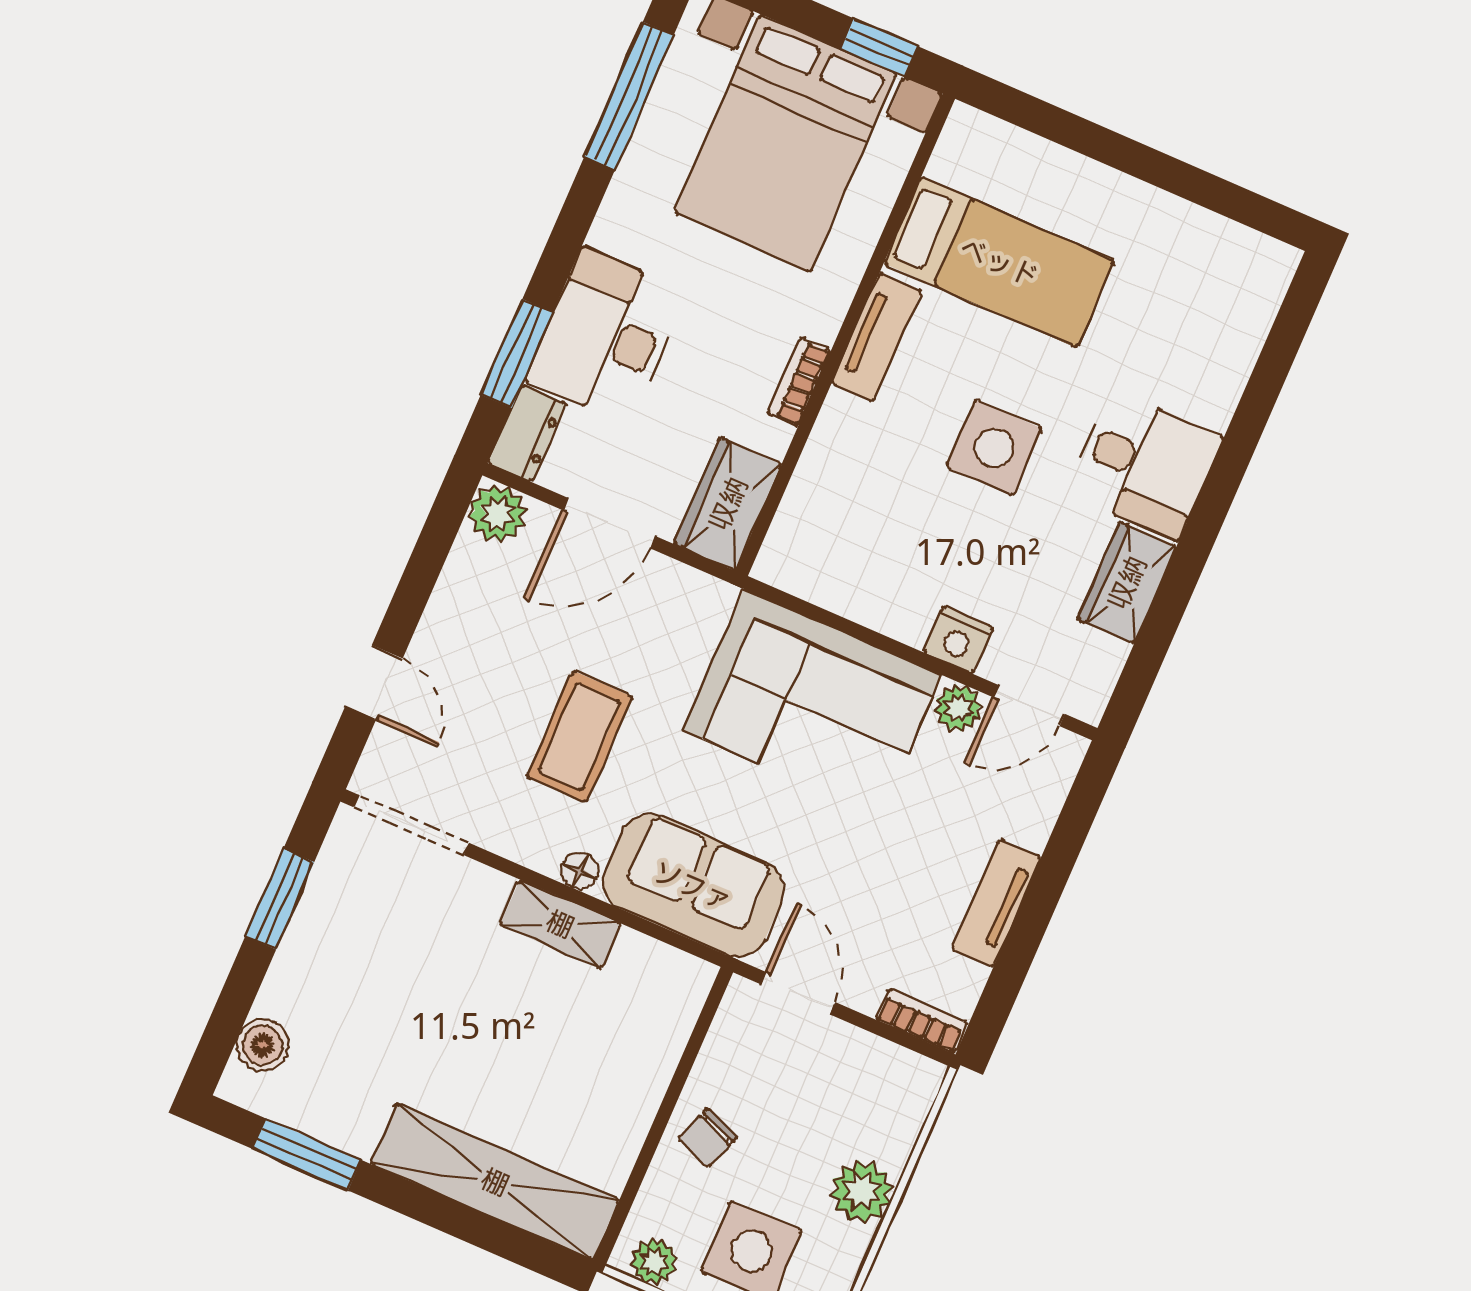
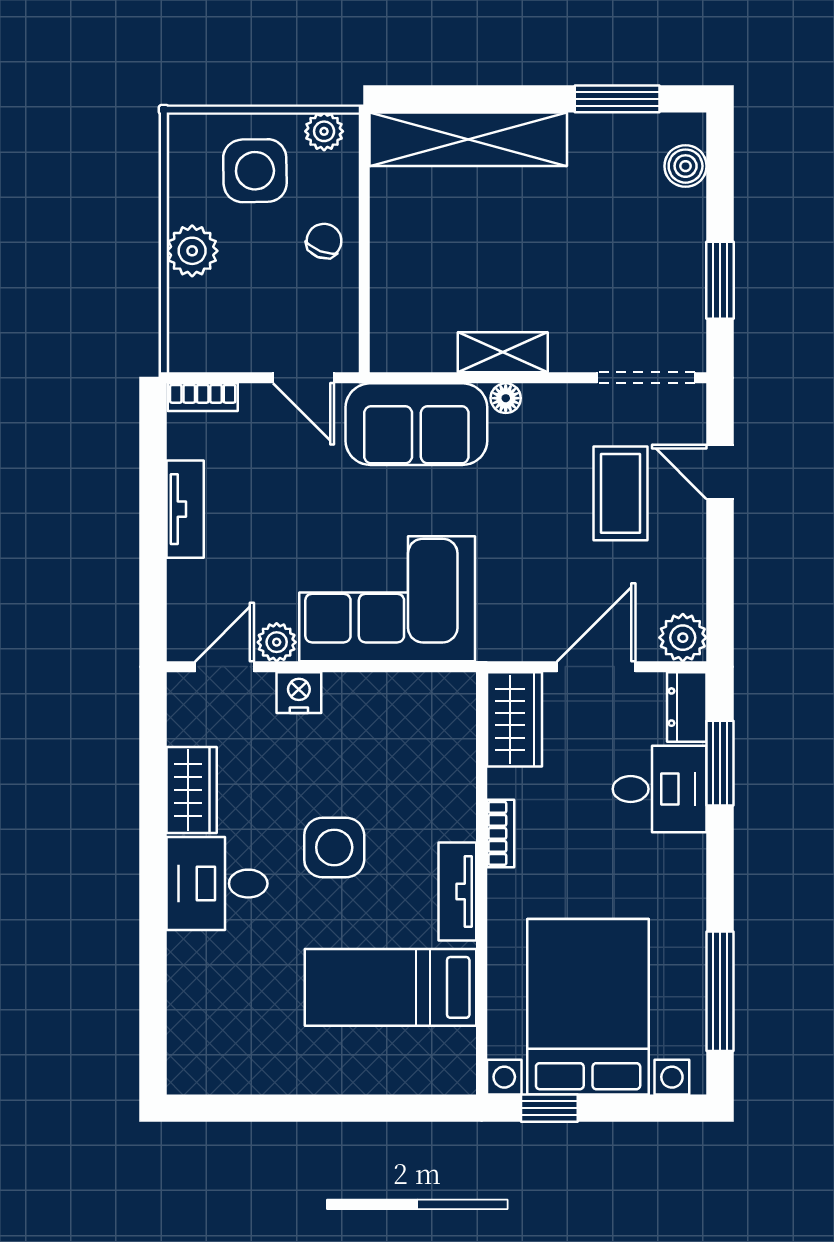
desk: (606, 336) -> (660, 789), width x0.73
coffee table: (580, 737) -> (621, 493), moved

